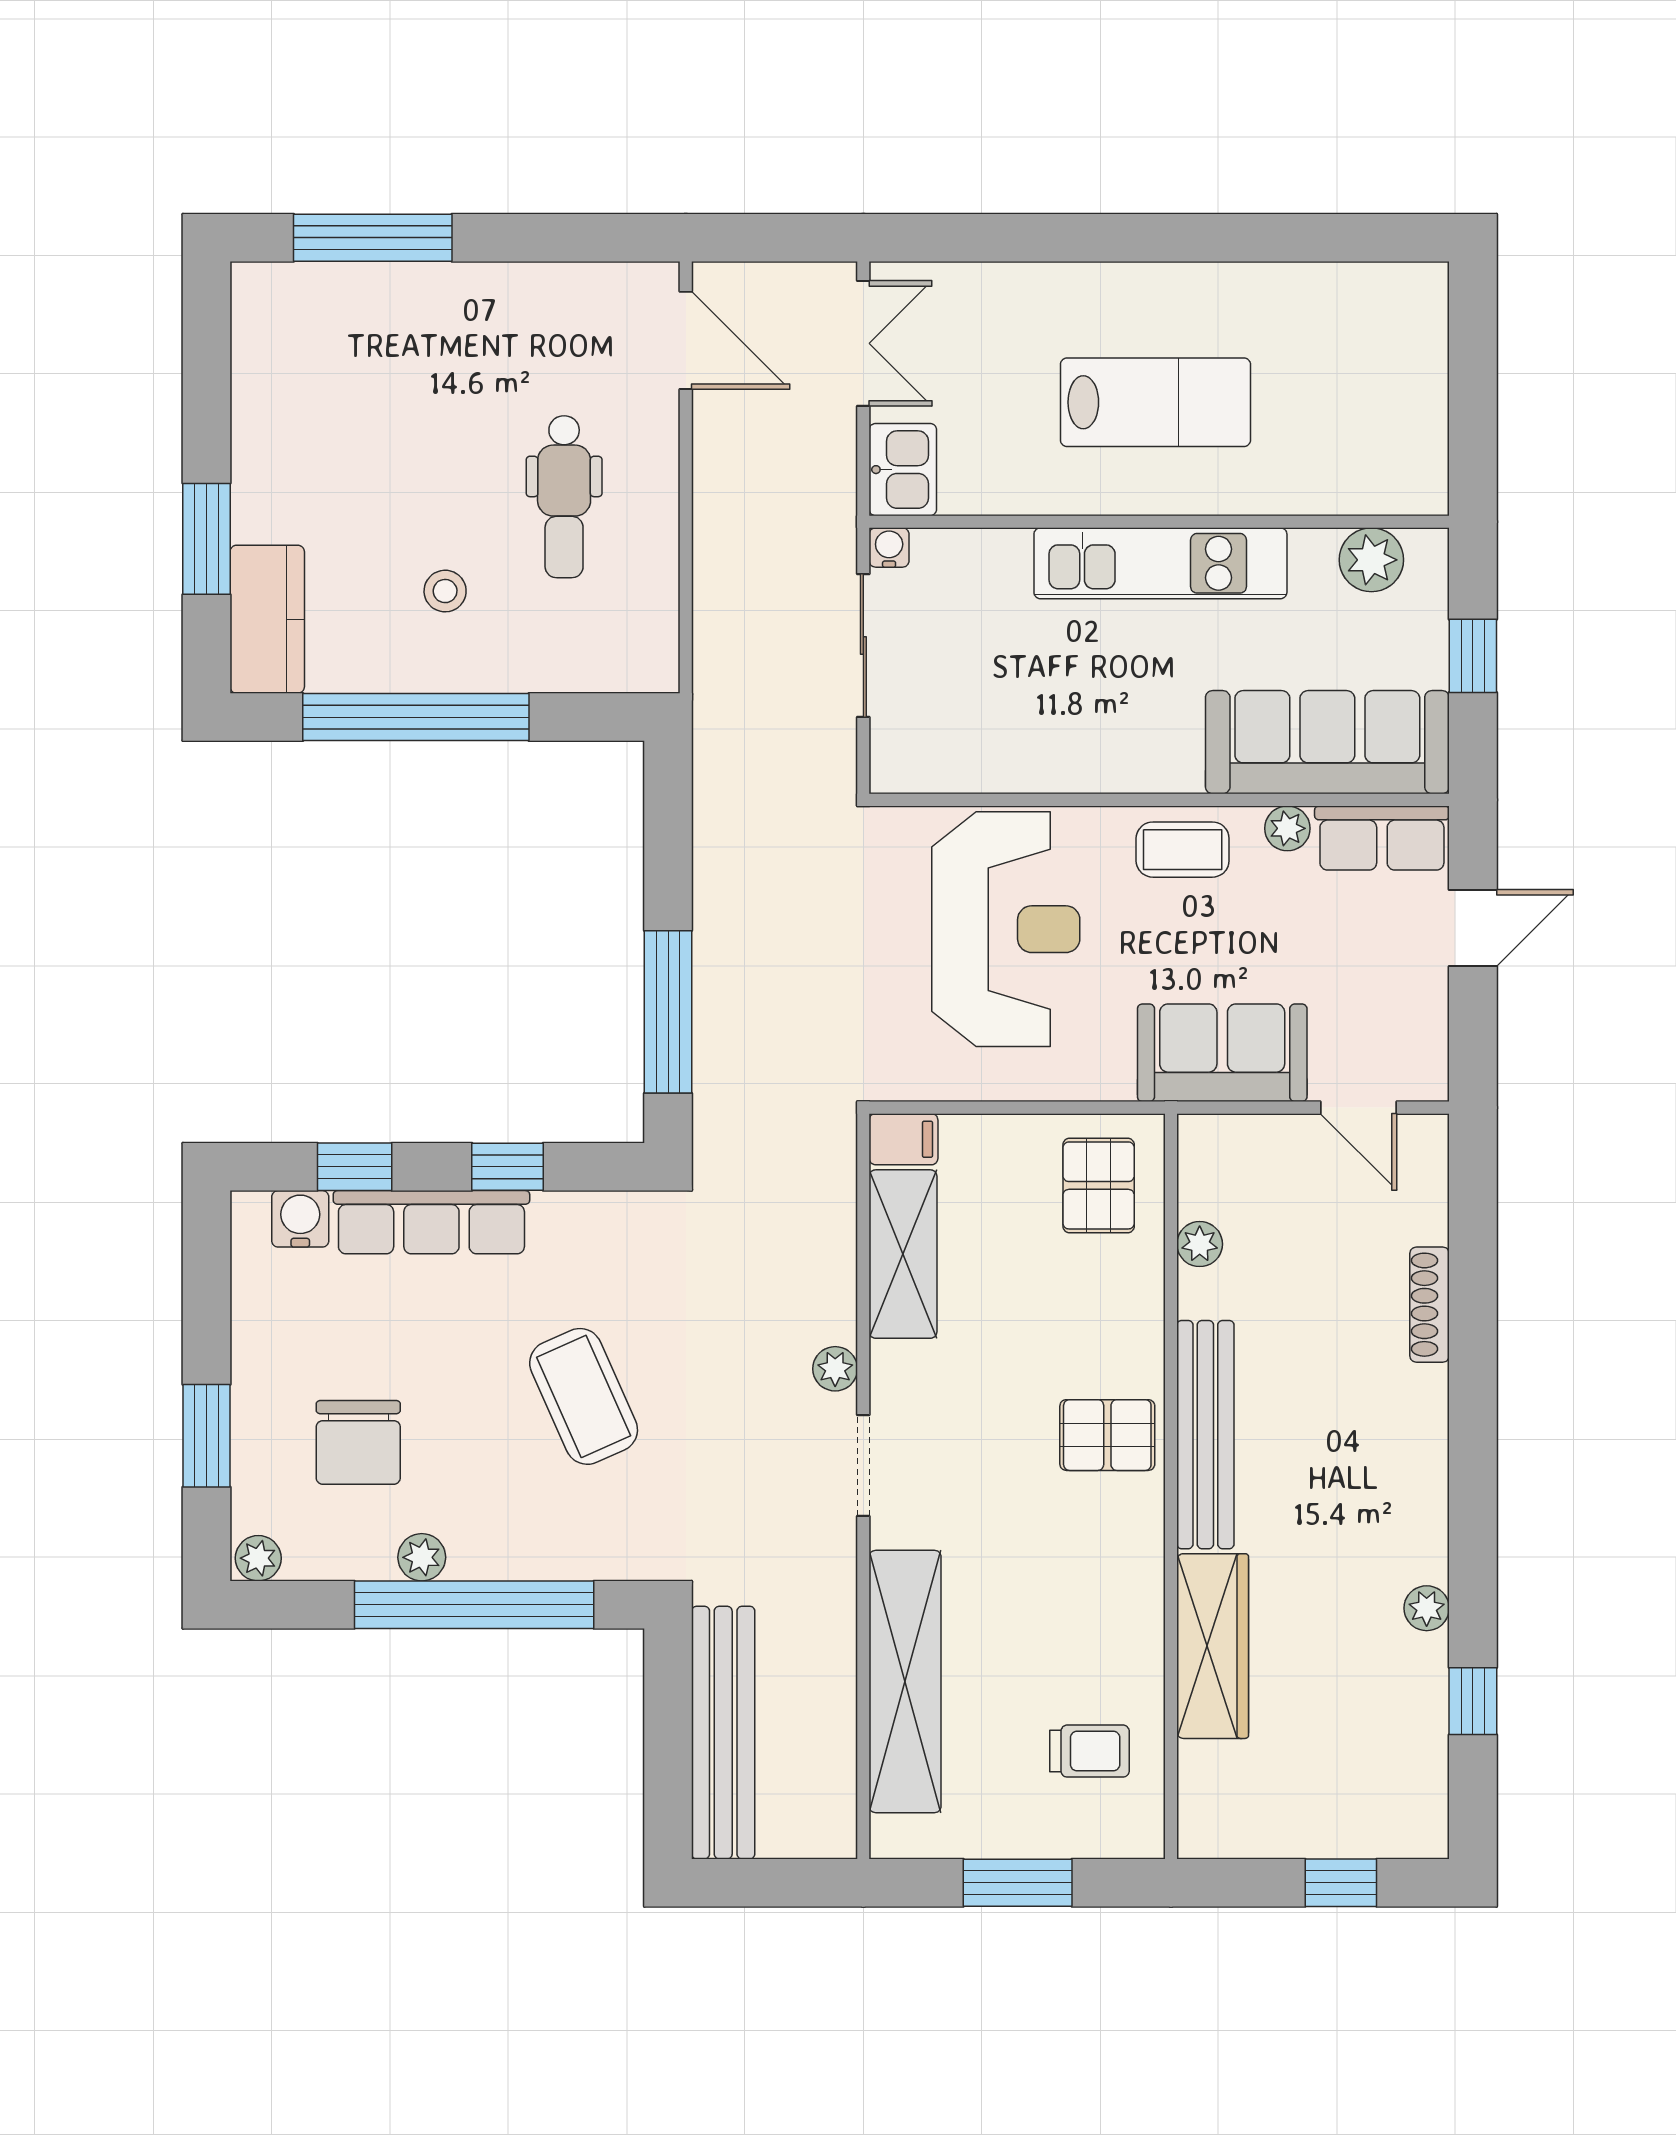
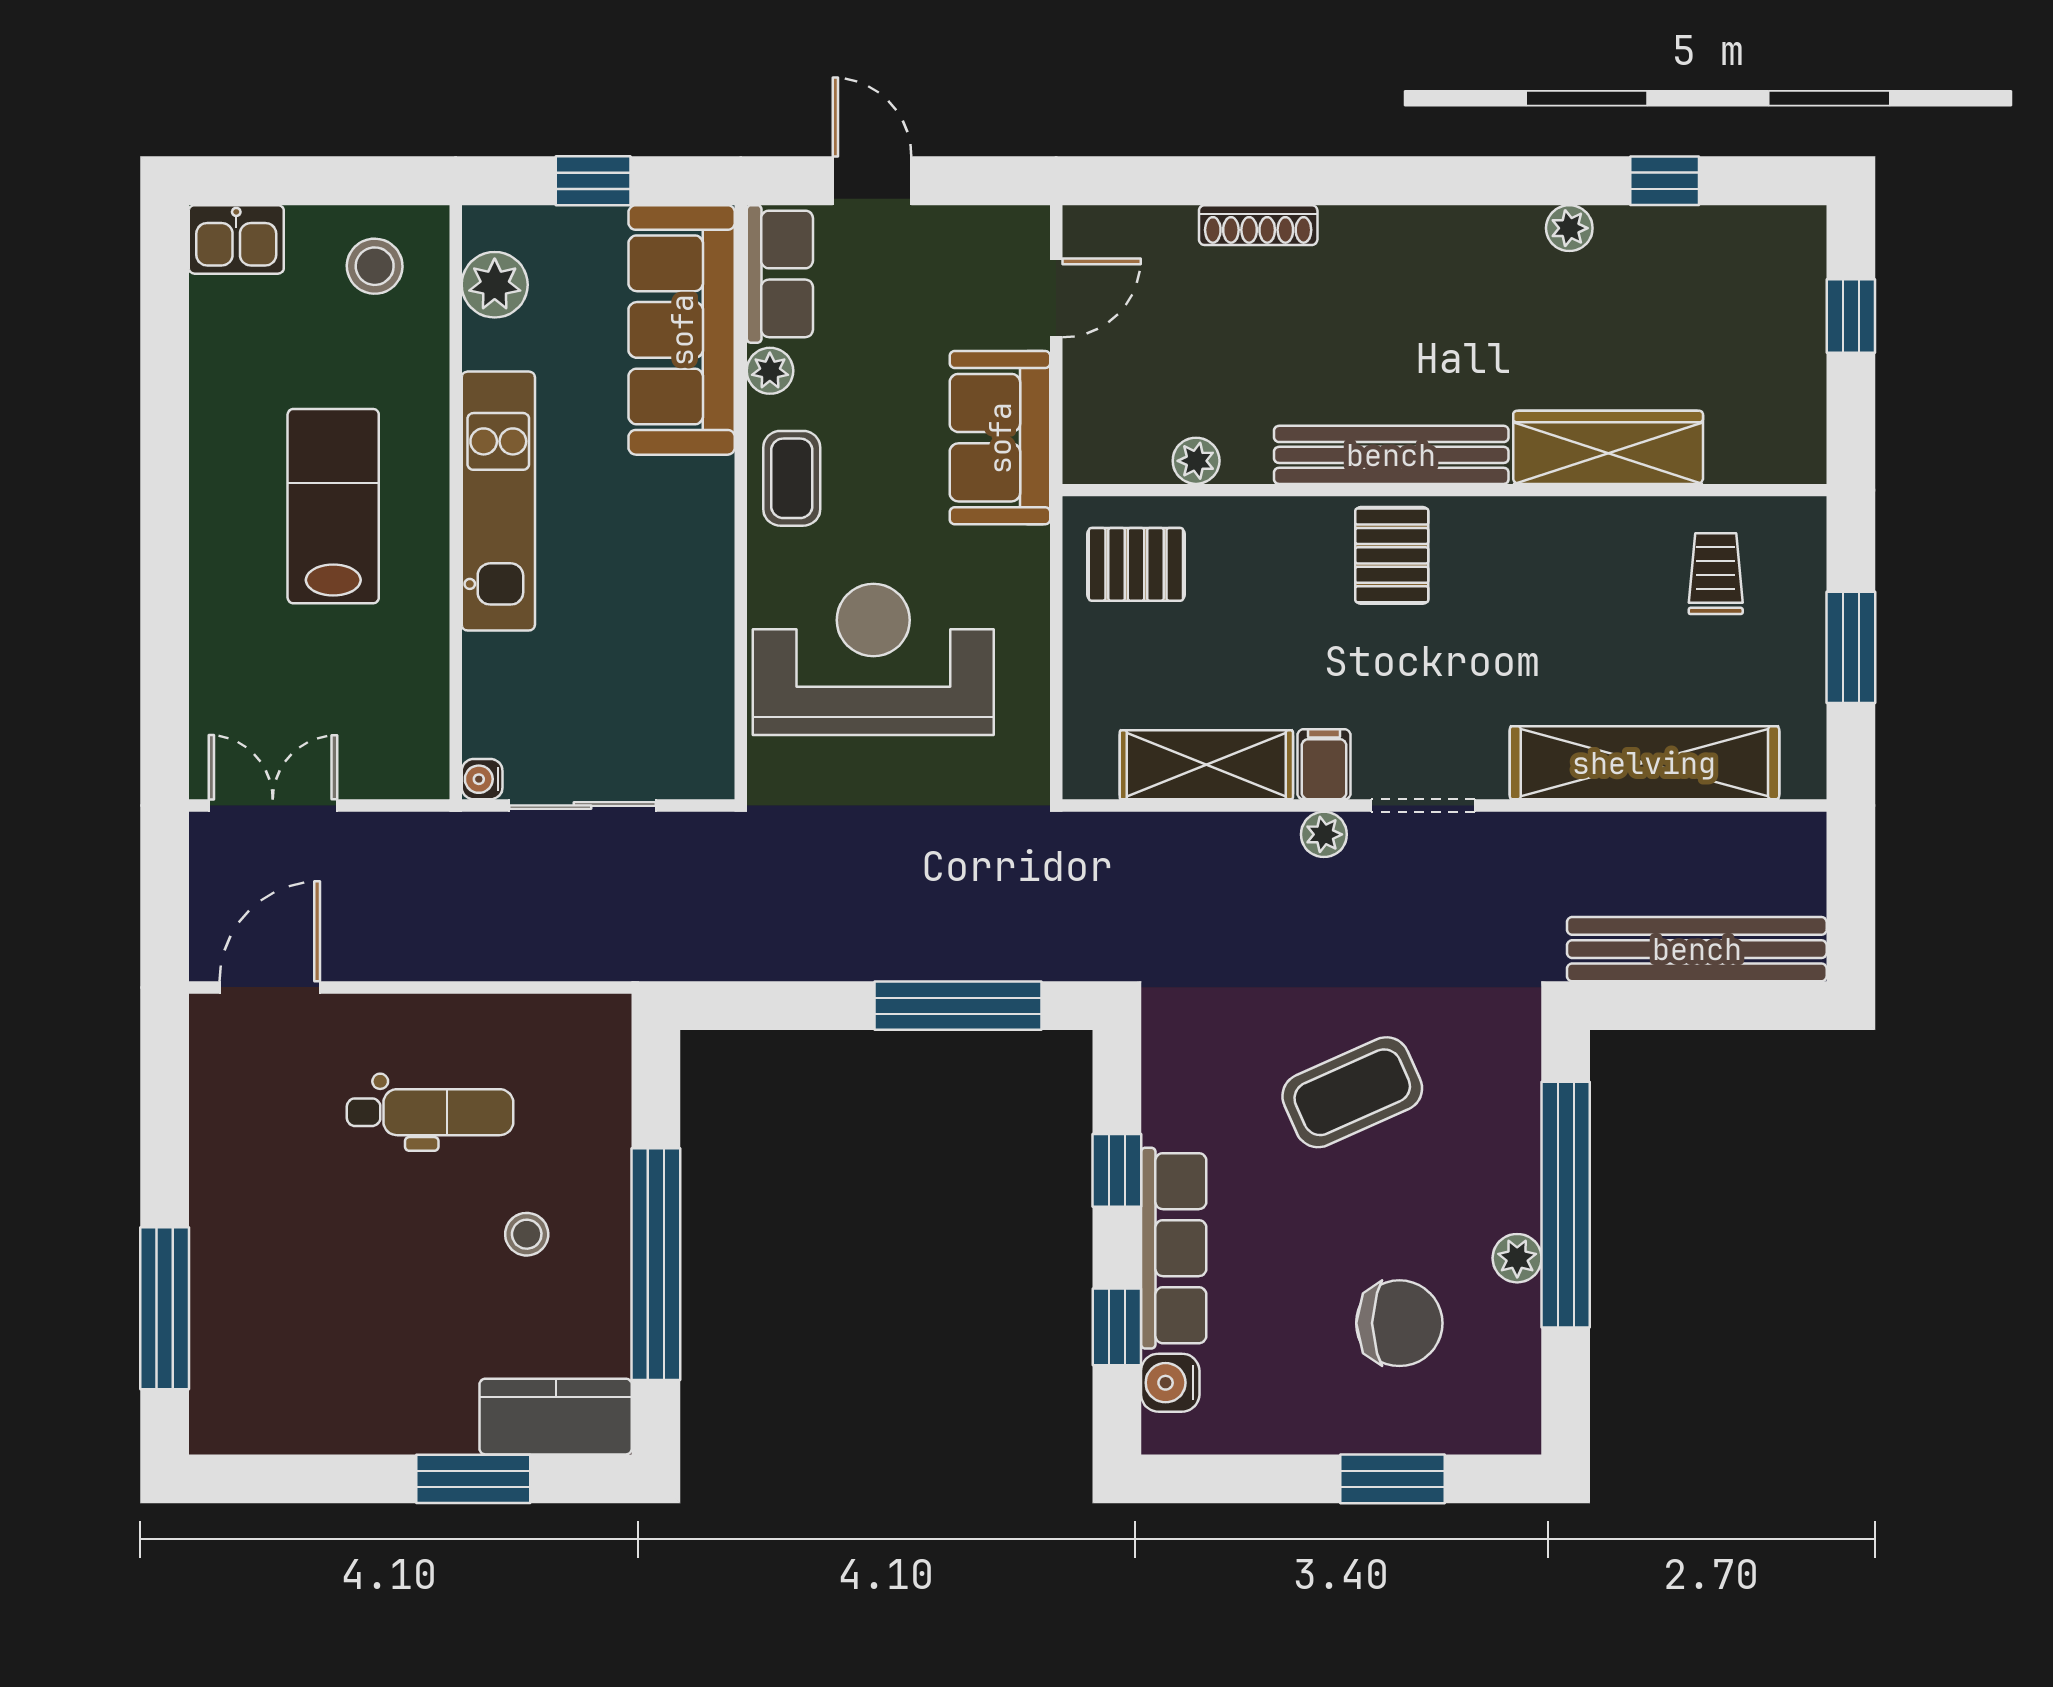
stool: (1389, 443) -> (375, 266), added
kitchen sink: (903, 470) -> (236, 239), moved, turned 180
filing cabinet: (904, 1139) -> (1324, 764), moved
plant: (258, 1558) -> (1518, 1426), removed

